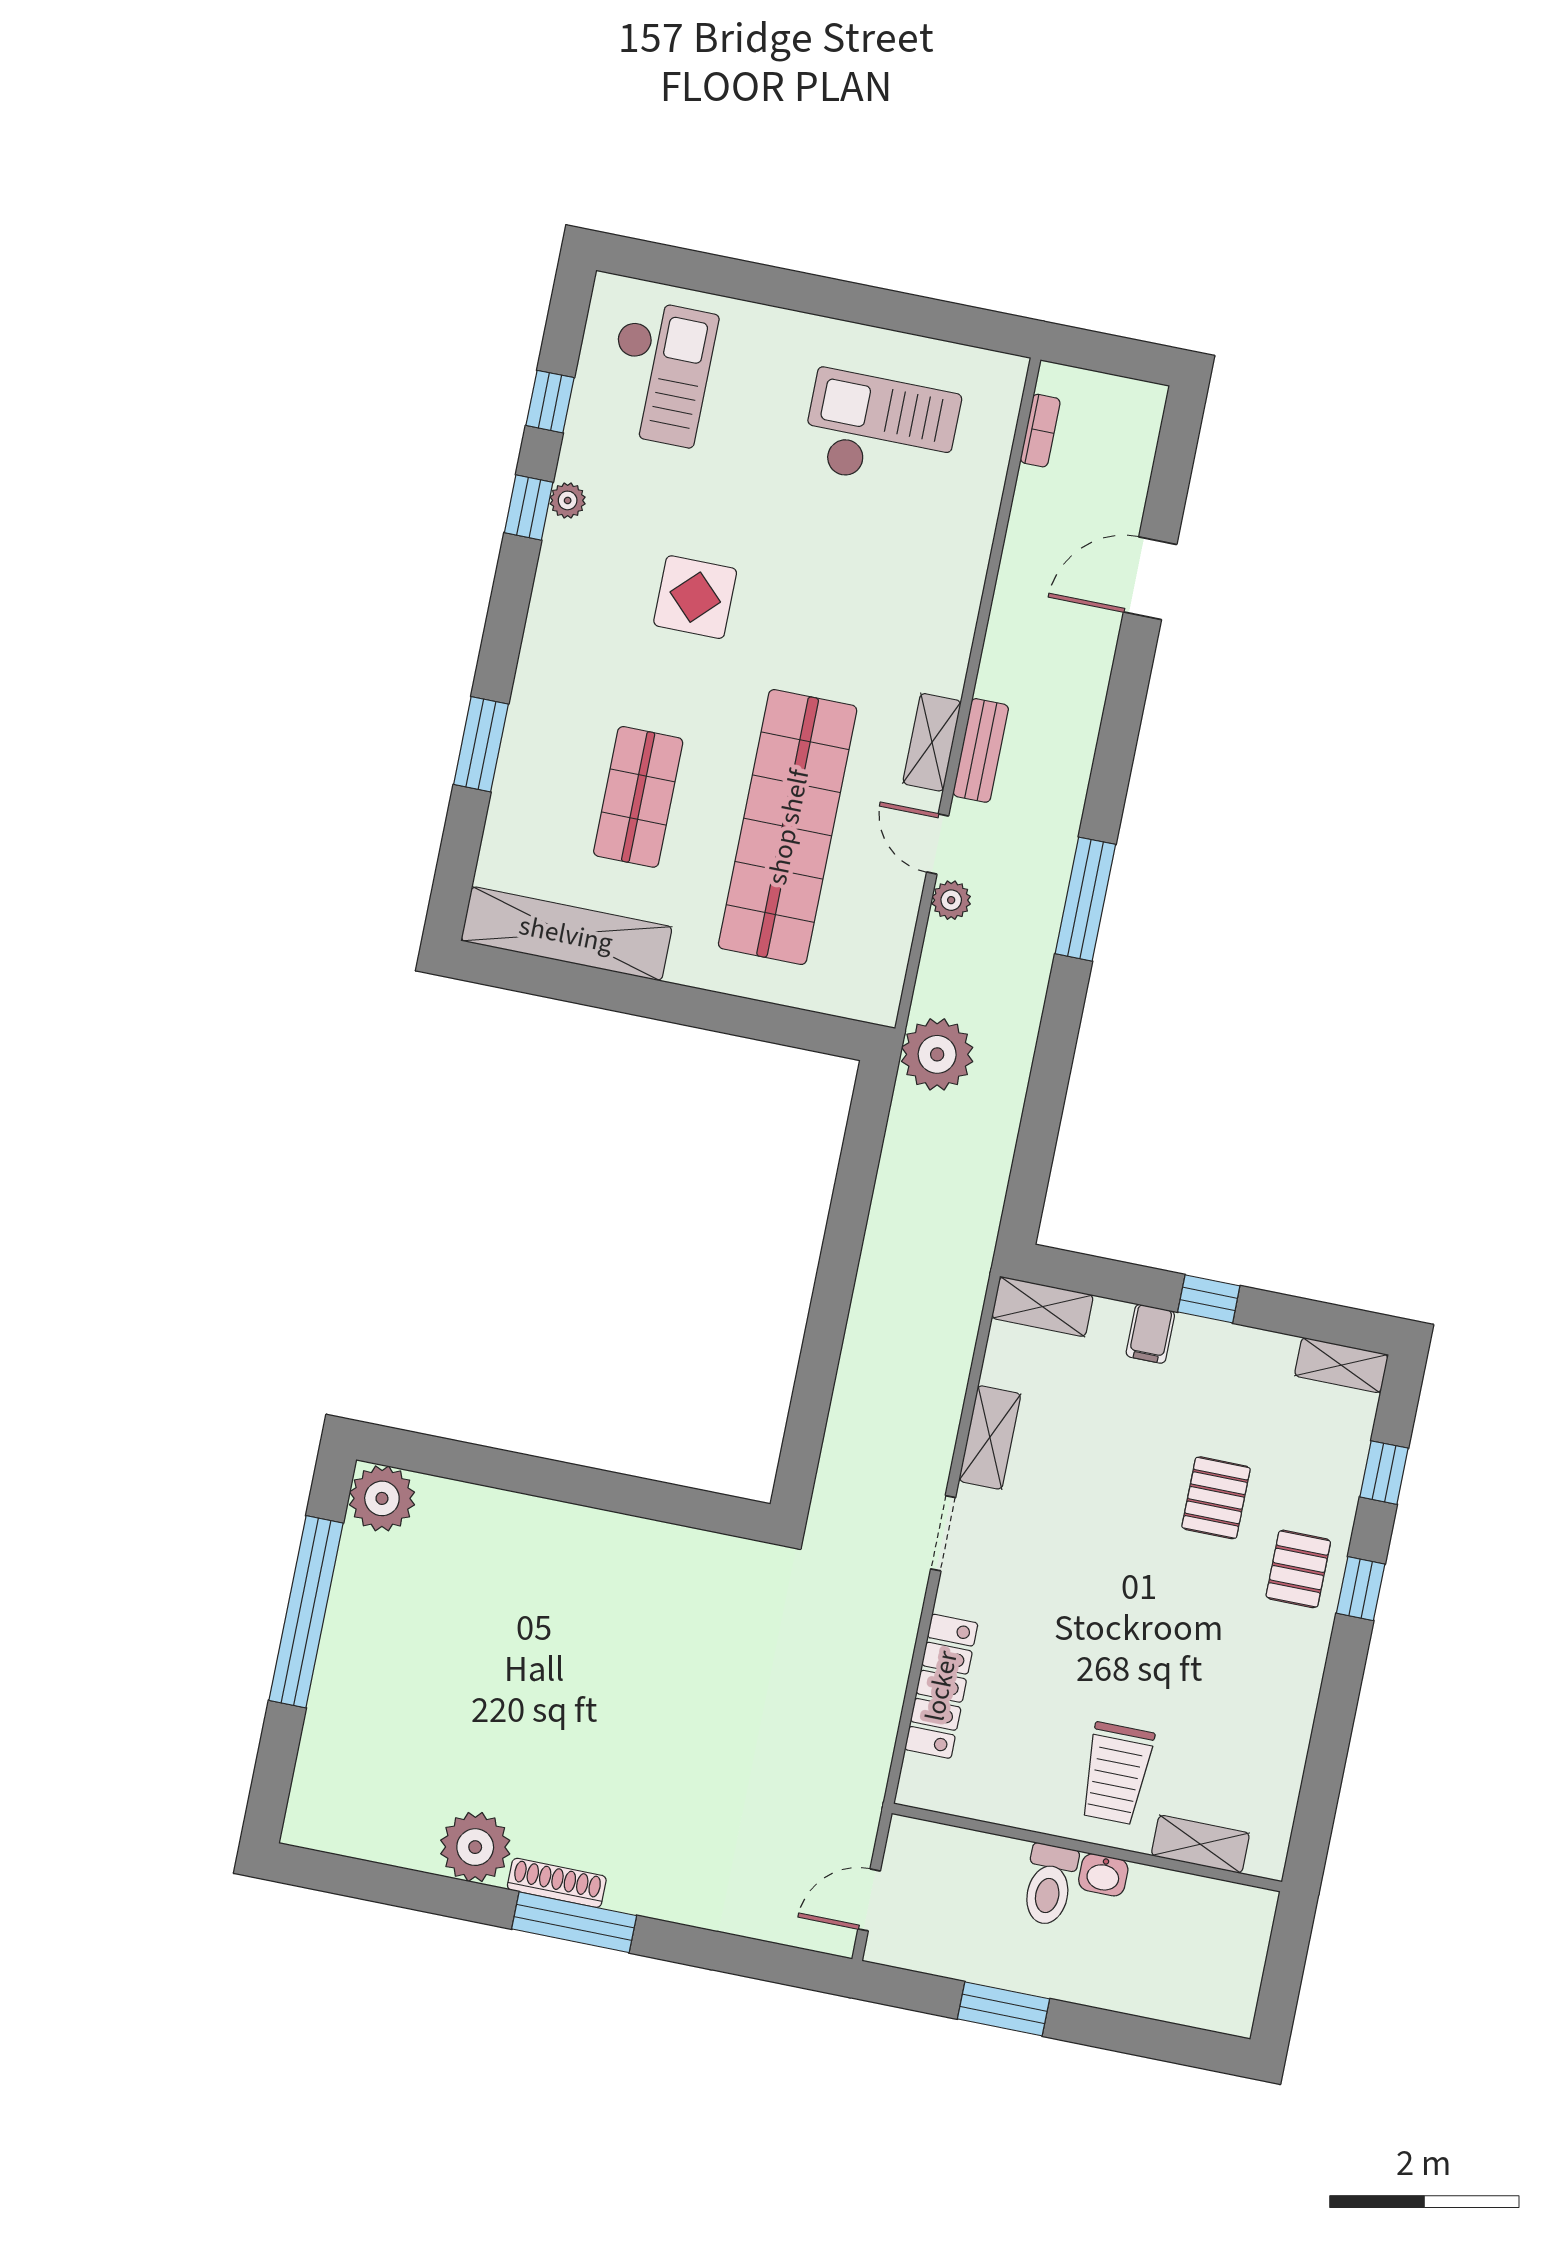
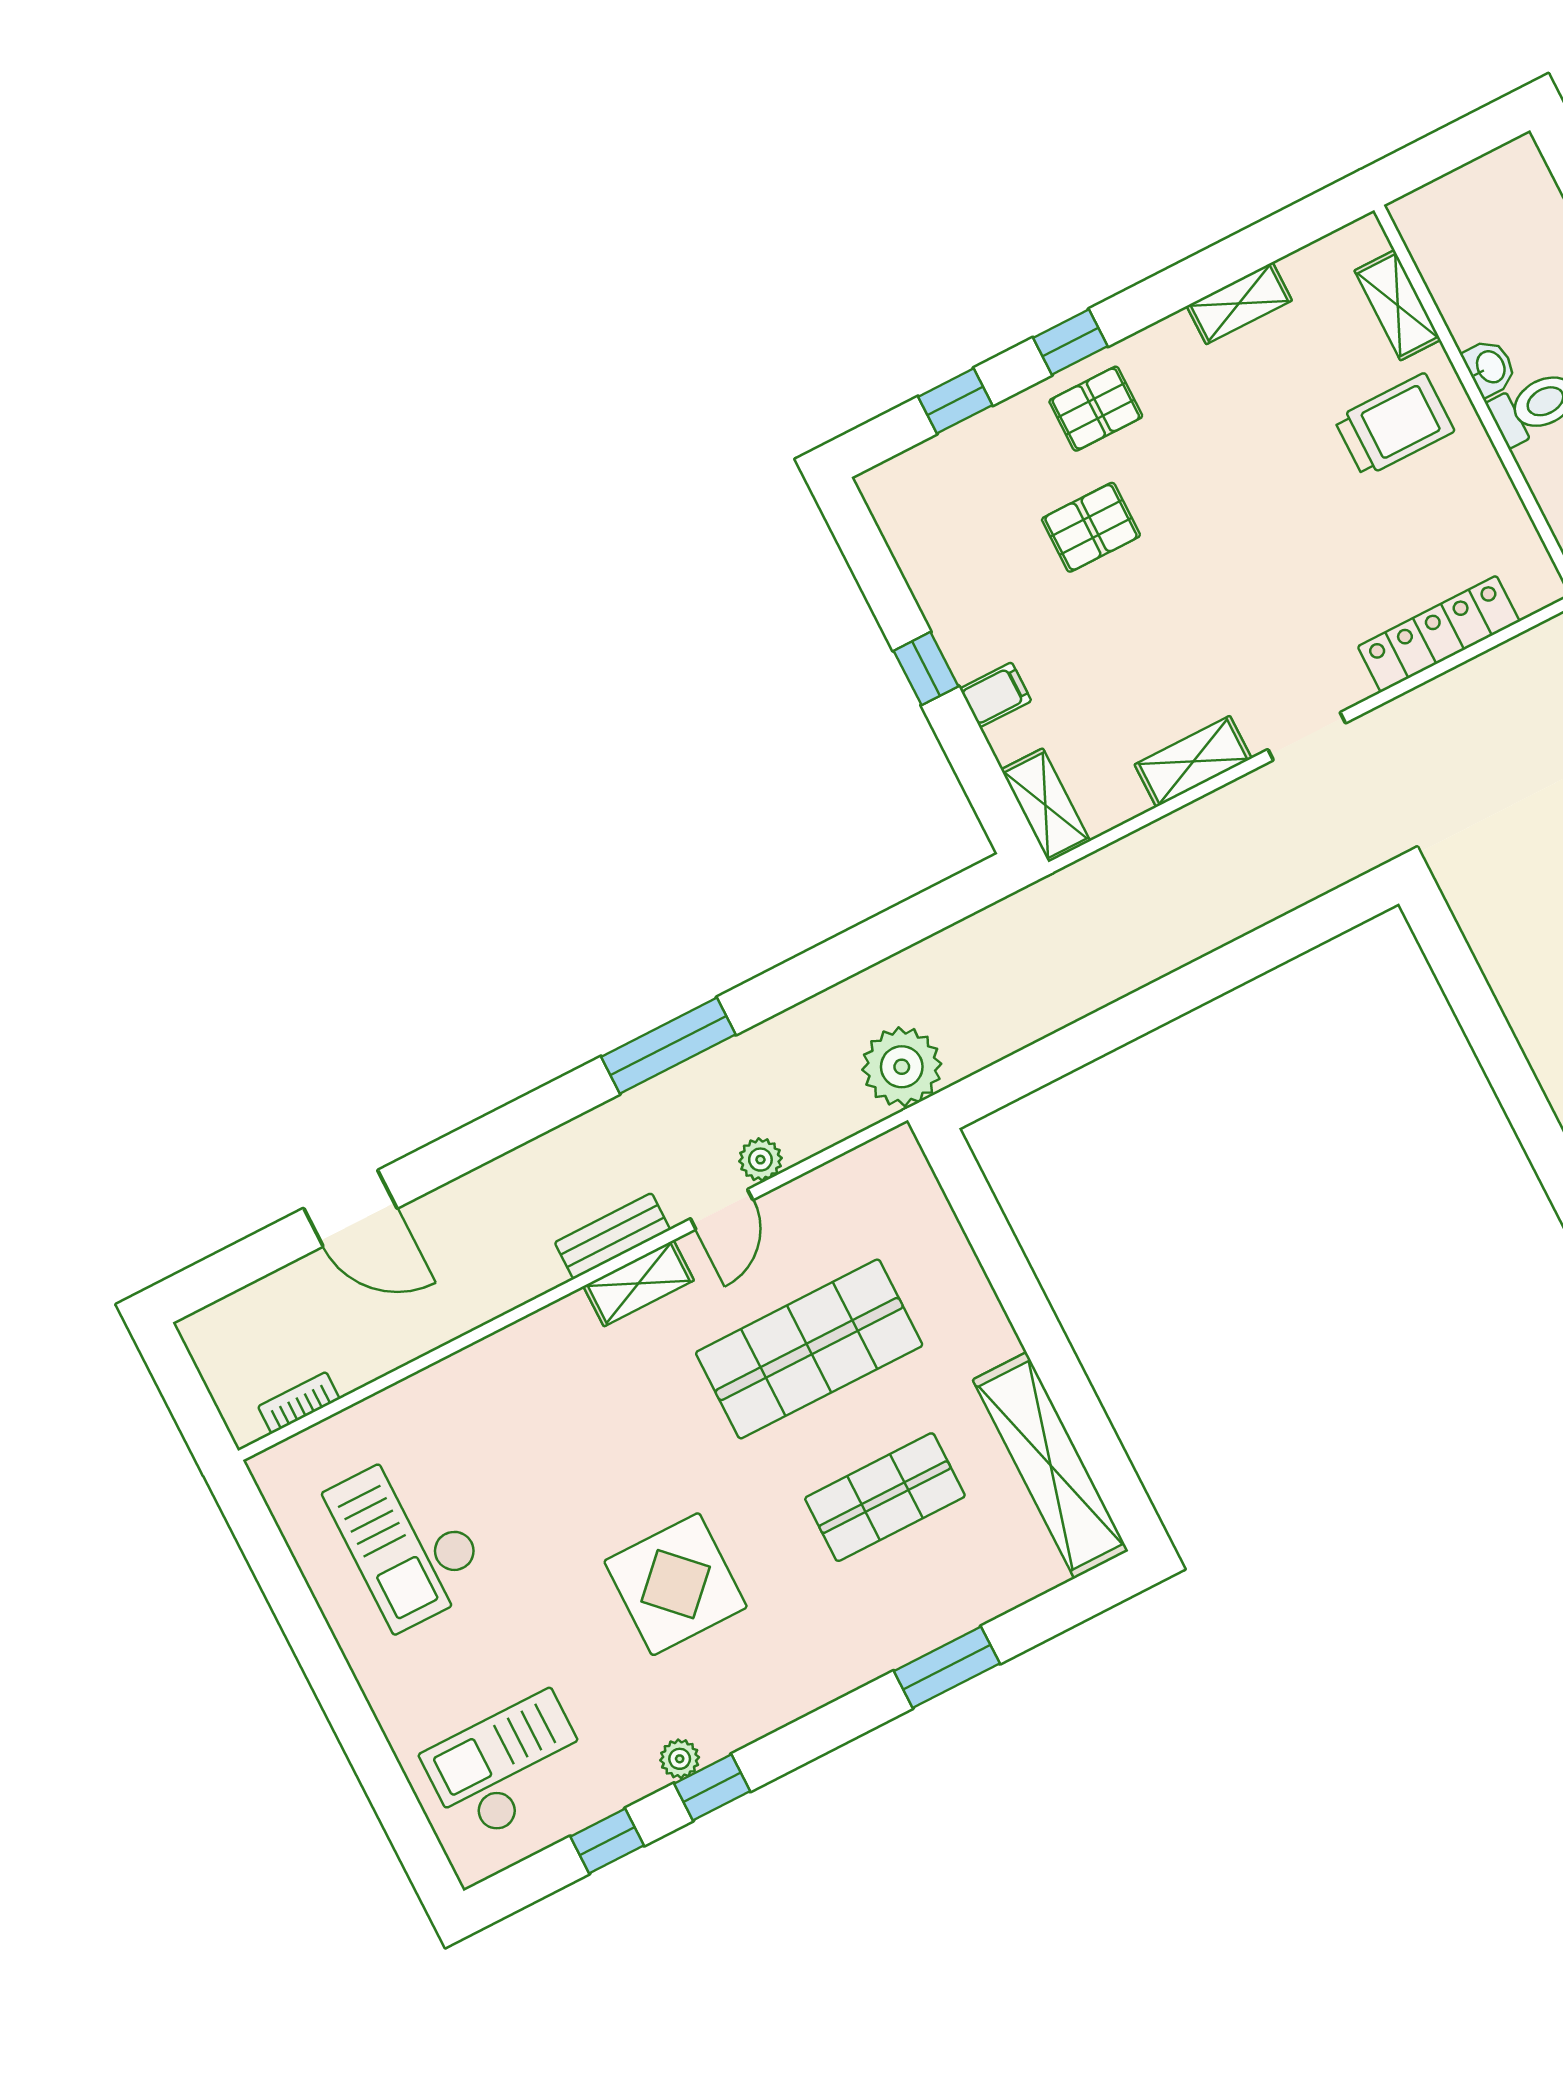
display table: (695, 597) -> (676, 1584), width x1.36, depth x1.36
shop shelf: (788, 827) -> (809, 1349), width x0.71
shelving: (1341, 1365) -> (1239, 303), moved, turned 90

